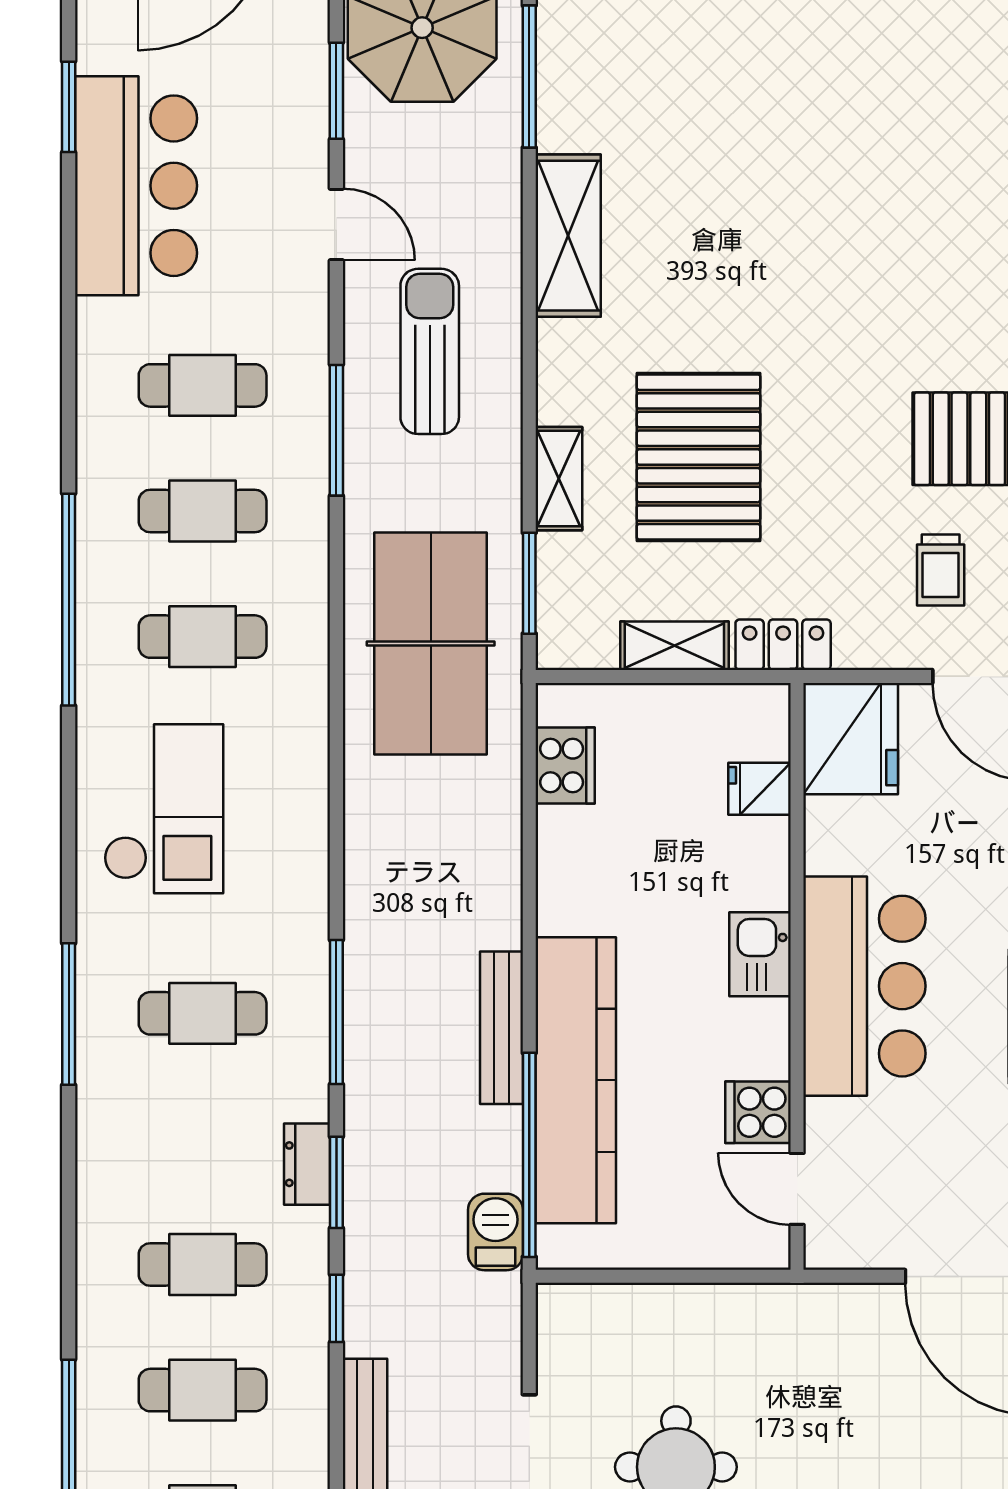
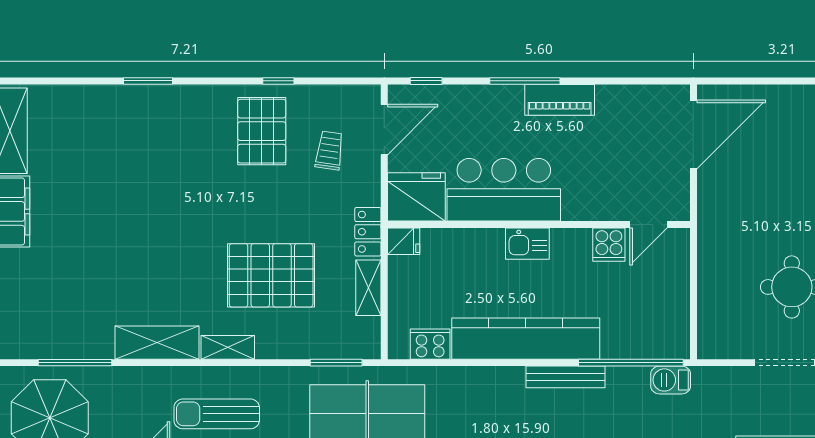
shelving: (559, 479) -> (228, 347), moved
trolley: (941, 570) -> (329, 151), turned -82
fridge: (759, 789) -> (404, 241), moved, turned -90
bar counter: (864, 986) -> (504, 190), moved
kitchen counter: (576, 1080) -> (526, 339), moved

